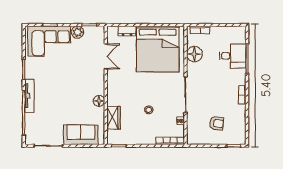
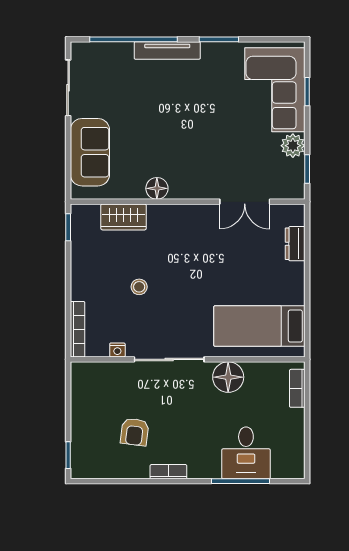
bed: (158, 49) -> (259, 326), width x0.49
floor lamp: (194, 54) -> (228, 377), moved
armchair: (217, 123) -> (135, 432), moved

